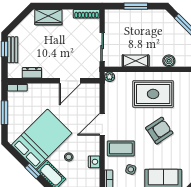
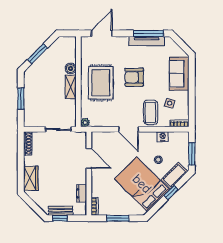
shelving: (136, 61) -> (71, 87), moved
armchair: (159, 131) -> (134, 77), turned -56

